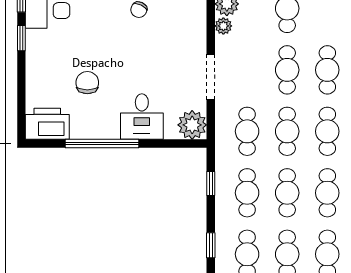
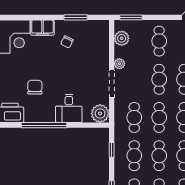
plant: (223, 26) -> (119, 64), moved

